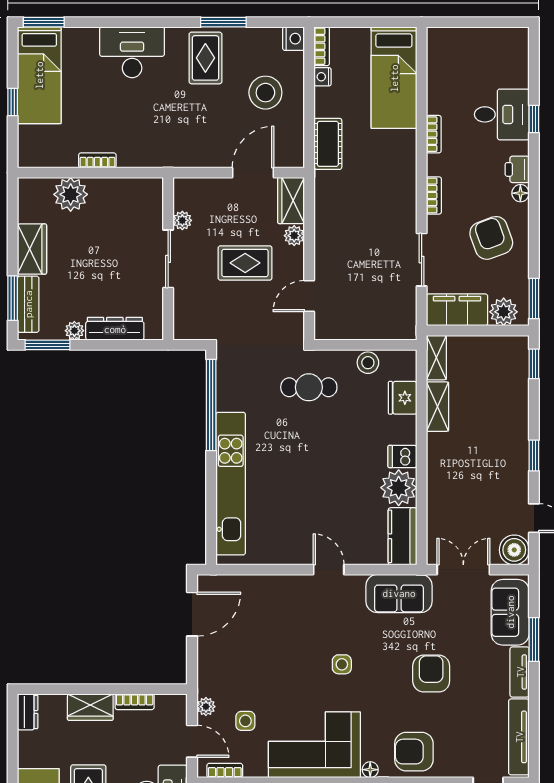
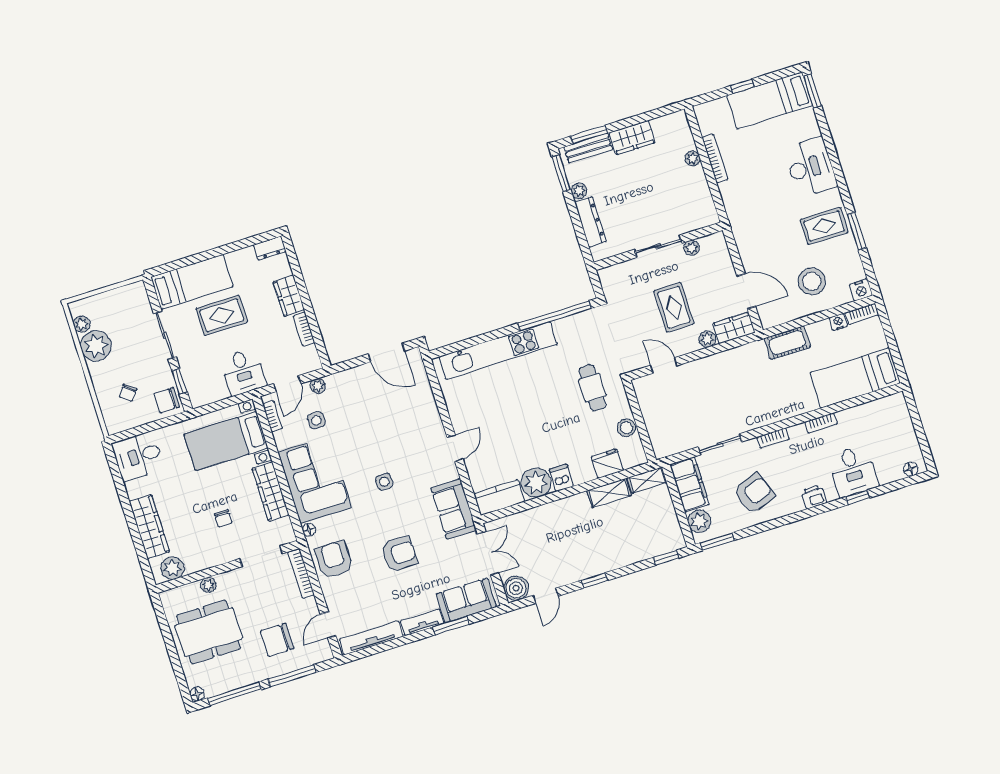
bookcase: (97, 160) -> (715, 159), width x1.56
floor lamp: (520, 193) -> (911, 469), moved
plant: (71, 194) -> (693, 158), width x0.53, depth x0.53

